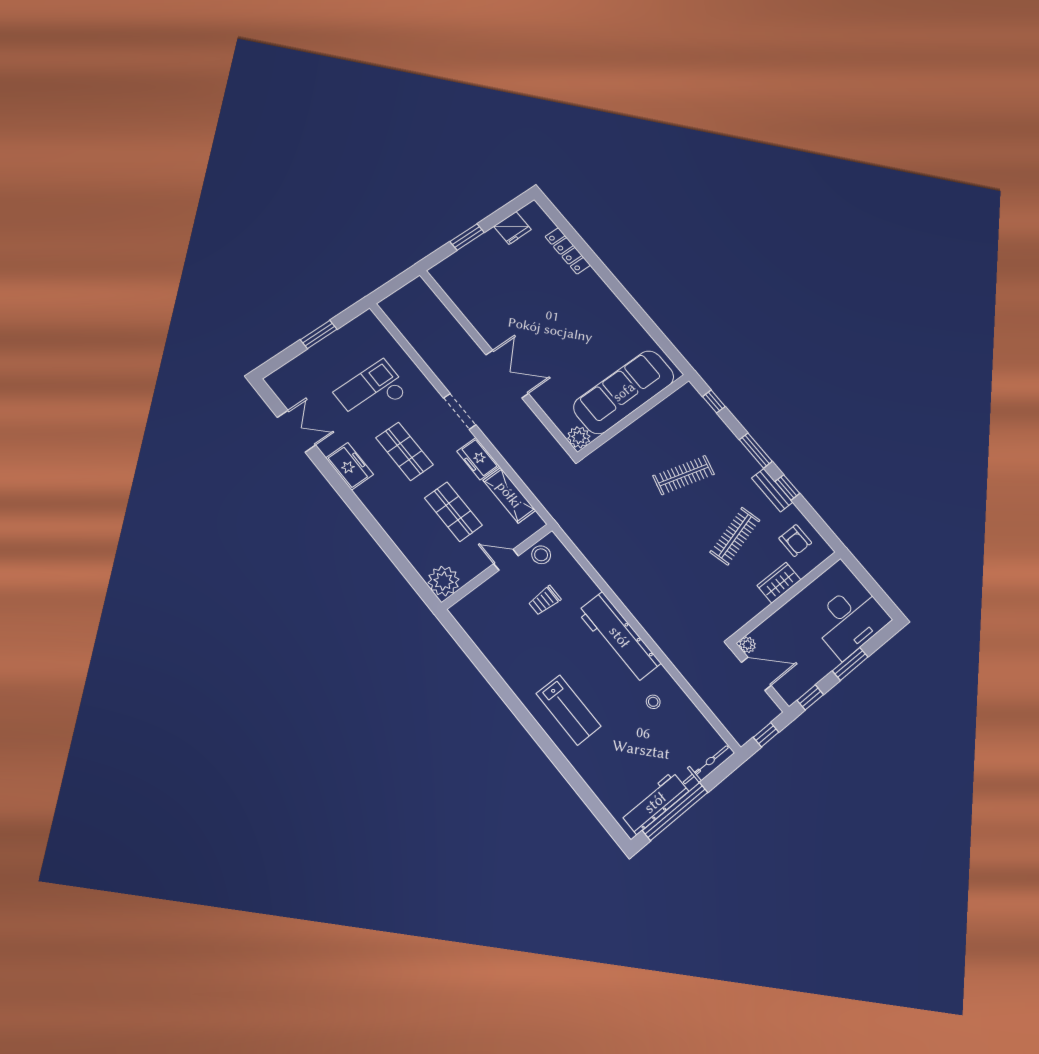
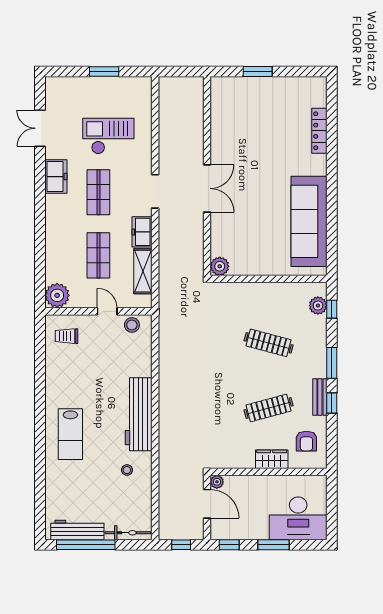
fridge: (512, 228) -> (294, 87), removed
sofa: (624, 392) -> (309, 221), moved, turned -90
plant: (699, 407) -> (318, 306), added
double door: (296, 431) -> (40, 128), swing flipped
trolley: (545, 601) -> (67, 336), moved

